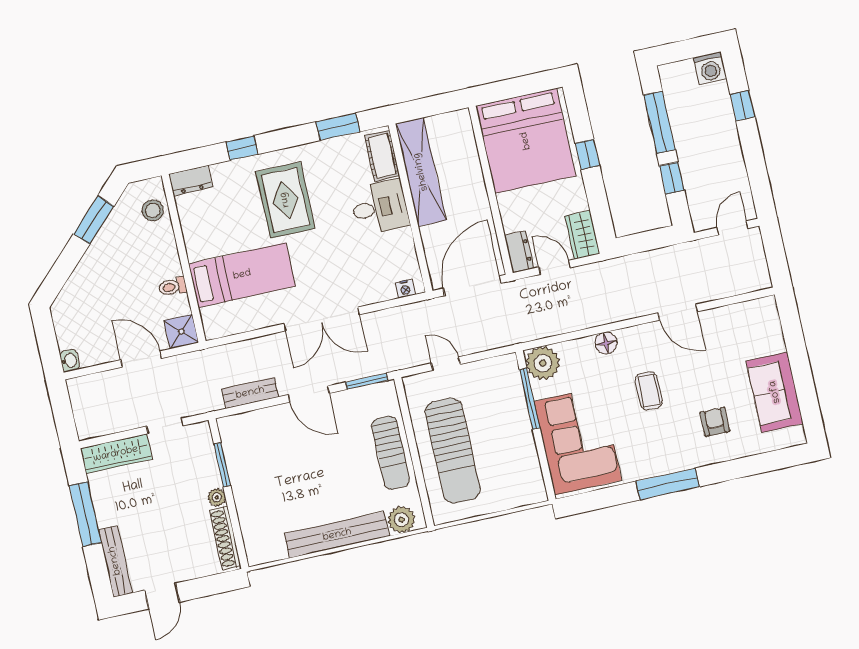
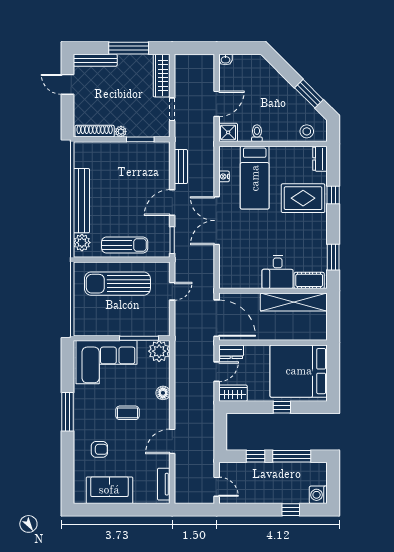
rug: (285, 200) -> (303, 198), moved
nightstand: (405, 289) -> (224, 176), moved
tv unit: (747, 311) -> (164, 484), added
sun lounger: (391, 453) -> (125, 245), turned 180

